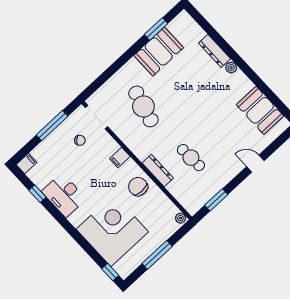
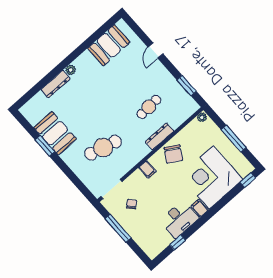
window: (156, 29) -> (45, 146), moved
filing cabinet: (27, 164) -> (200, 208), moved
chair: (138, 187) -> (173, 154), turned -59

